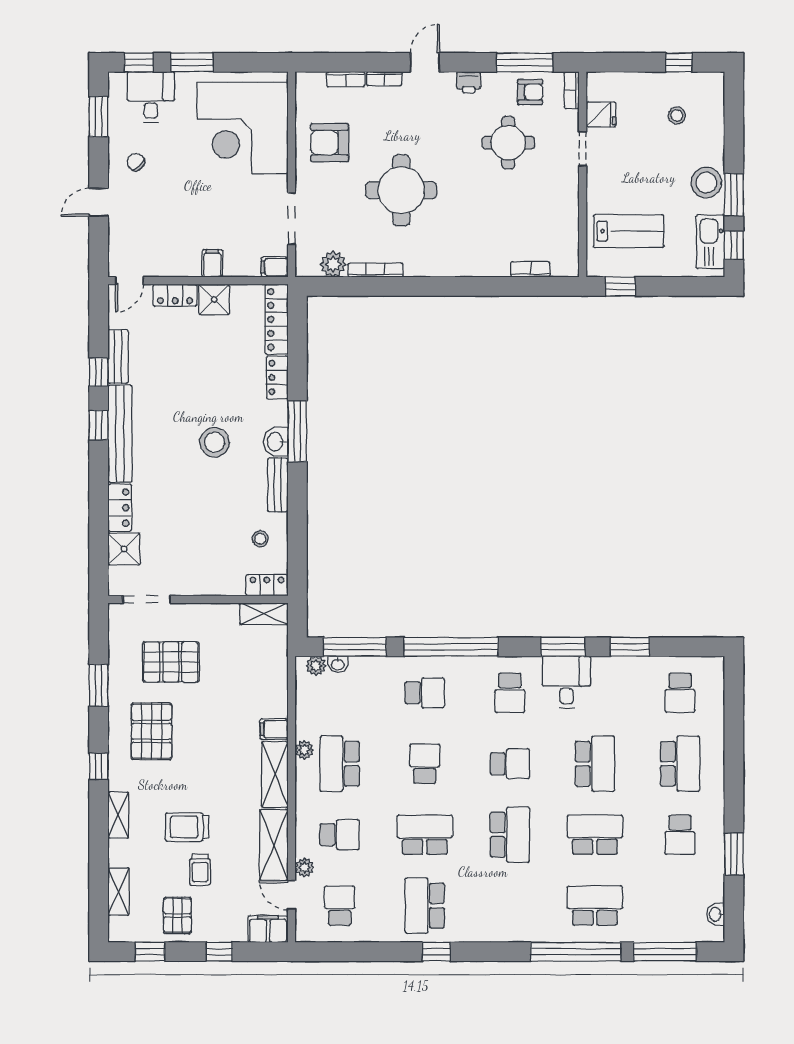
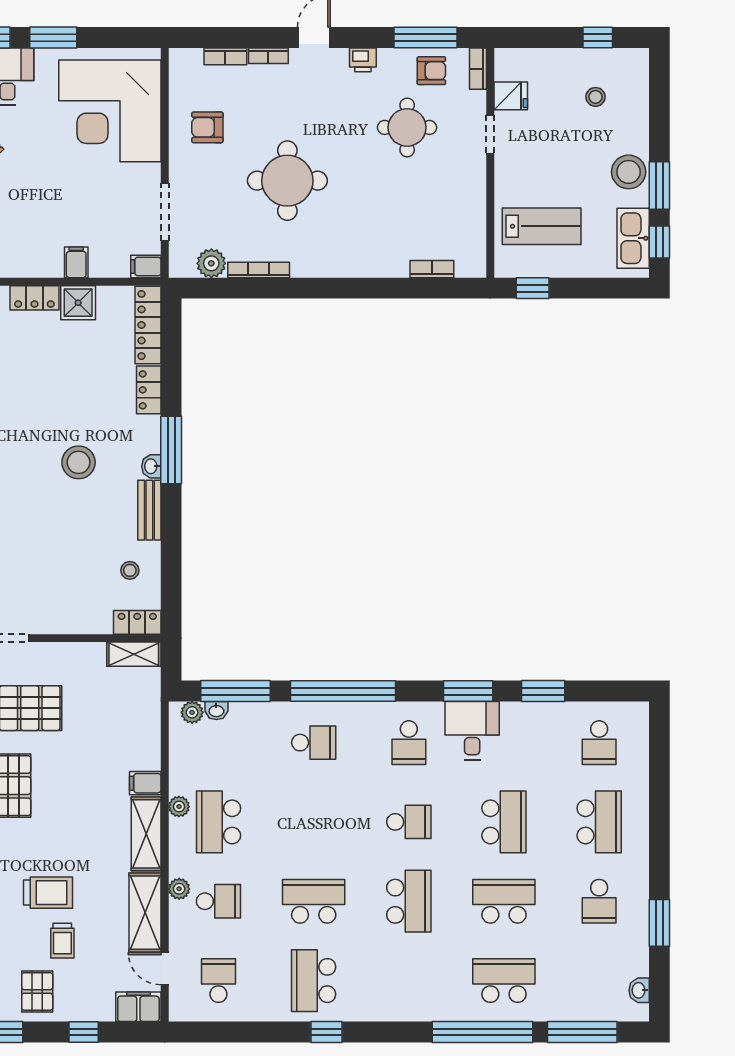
armchair: (330, 143) -> (207, 127), width x0.72, depth x0.72
washbasin: (276, 442) -> (151, 466), width x0.72, depth x0.69
school desk: (425, 764) -> (314, 822), removed
trolley: (187, 827) -> (48, 893), turned 180
plant: (304, 867) -> (179, 889), moved

